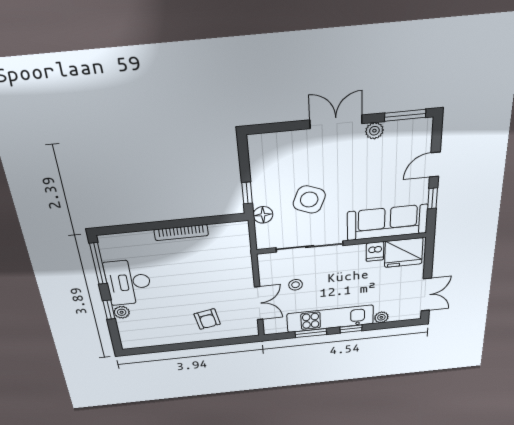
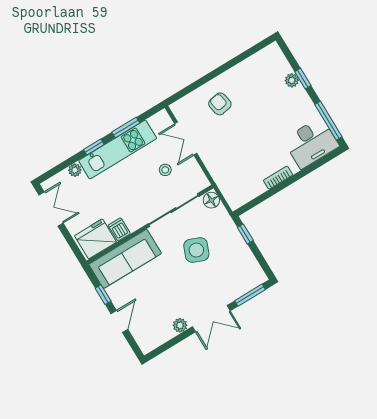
window: (405, 115) -> (250, 295), moved
floor lamp: (263, 215) -> (211, 200), moved
bookcase: (181, 233) -> (278, 178), width x0.64
desk: (128, 282) -> (311, 143), moved, turned 90
double door: (426, 295) -> (51, 209), swing flipped

